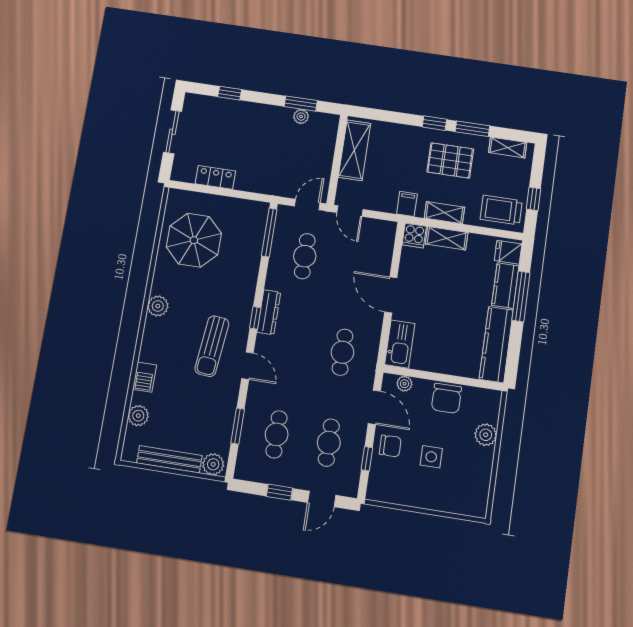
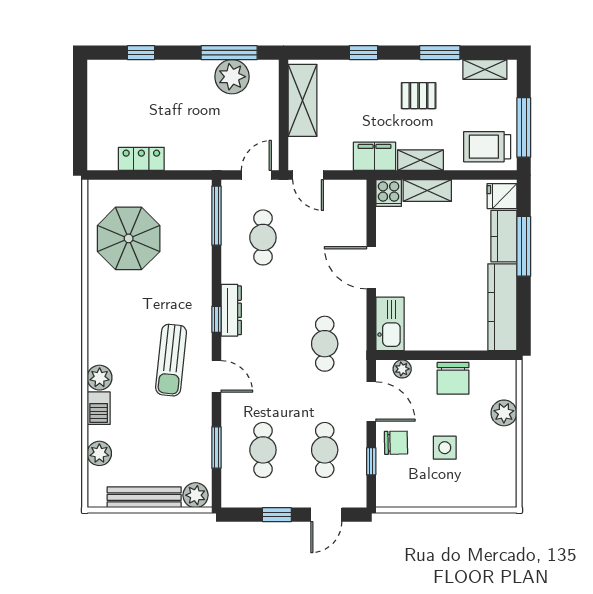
window: (301, 104) -> (229, 53), width x1.44
plant: (301, 117) -> (232, 77), width x1.88, depth x1.88
window: (434, 123) -> (364, 53), moved
sliding door: (172, 132) -> (80, 111), removed
pallet: (450, 160) -> (419, 96), width x0.67, depth x0.71
window: (534, 199) -> (524, 127), width x2.17
filing cabinet: (407, 204) -> (375, 156), width x2.00
plant: (158, 306) -> (100, 378), moved

